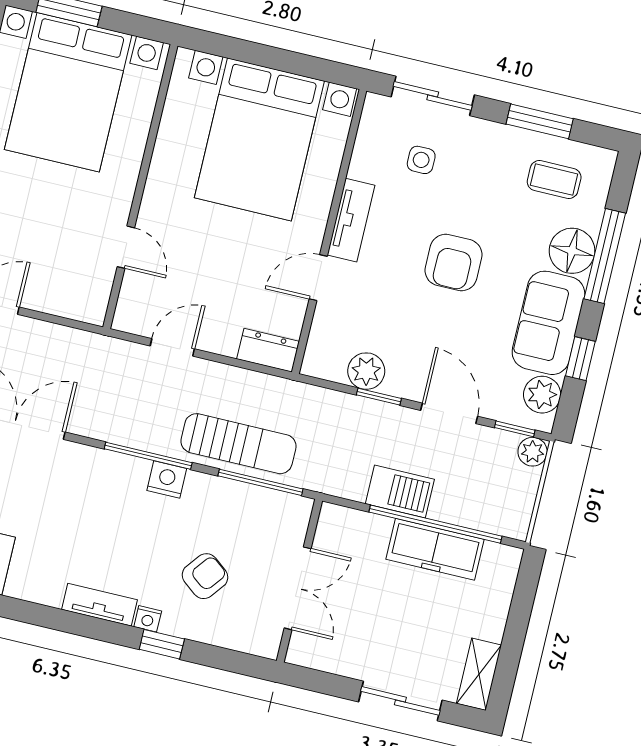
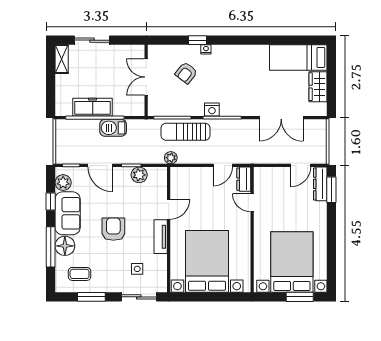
dresser: (268, 350) -> (244, 179), moved, turned 90
plant: (533, 452) -> (171, 158), moved
tv unit: (100, 605) -> (228, 50), removed

